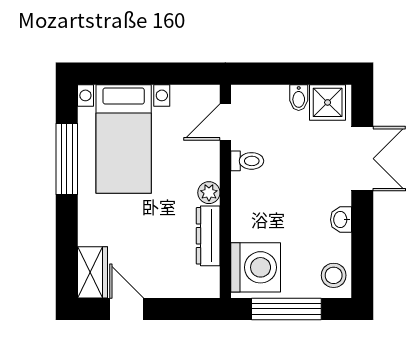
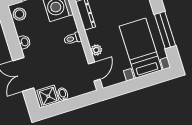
toilet: (247, 161) -> (73, 38), moved
plant: (209, 193) -> (96, 50), moved

